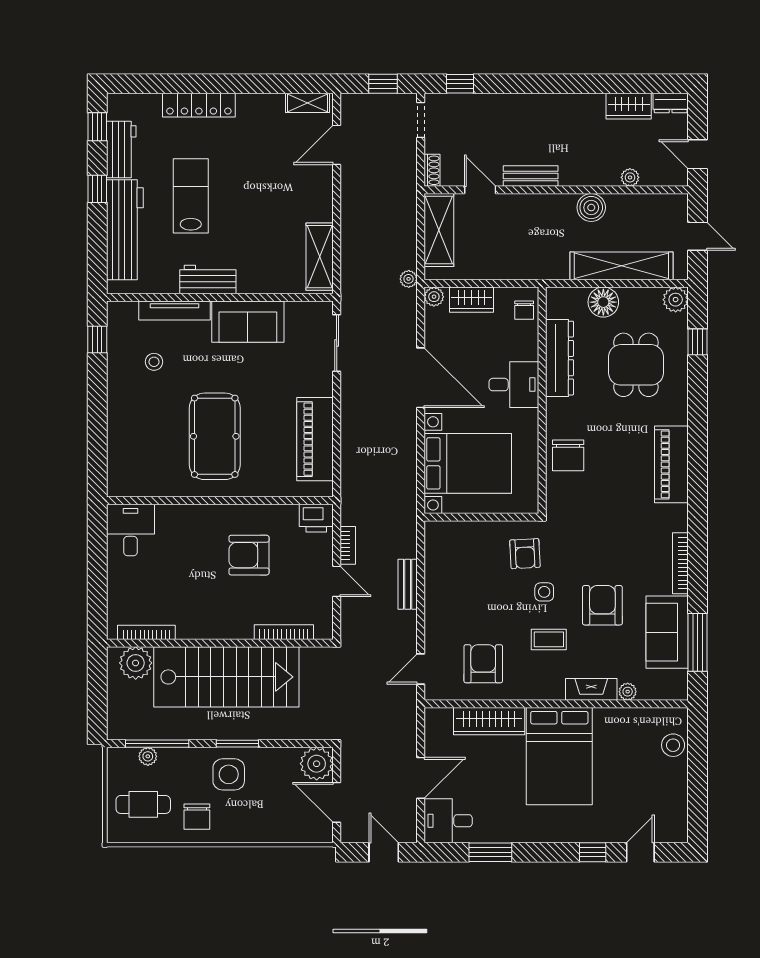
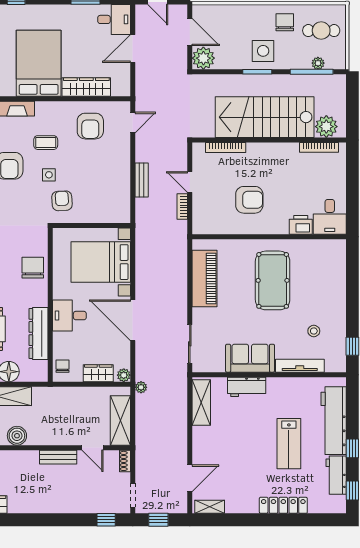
workbench: (208, 279) -> (247, 387), moved
printer: (316, 518) -> (301, 225), moved

